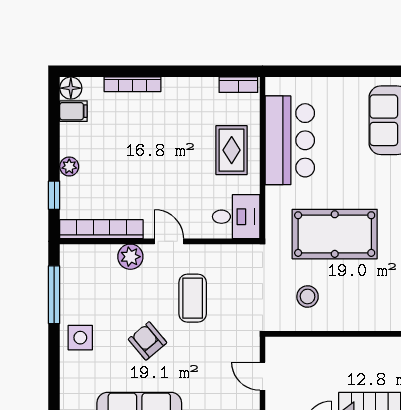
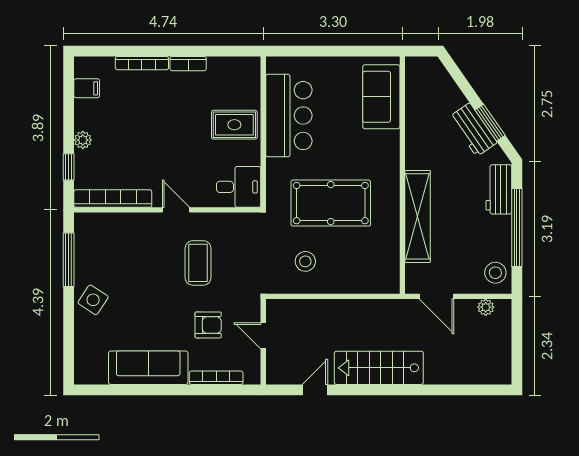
bookcase: (238, 85) -> (188, 64), moved
floor lamp: (71, 88) -> (84, 67), removed
rug: (232, 150) -> (234, 125), turned 90
plant: (130, 257) -> (140, 224), removed
side table: (80, 338) -> (93, 300), turned 33
armchair: (147, 341) -> (208, 325), moved, turned 130

